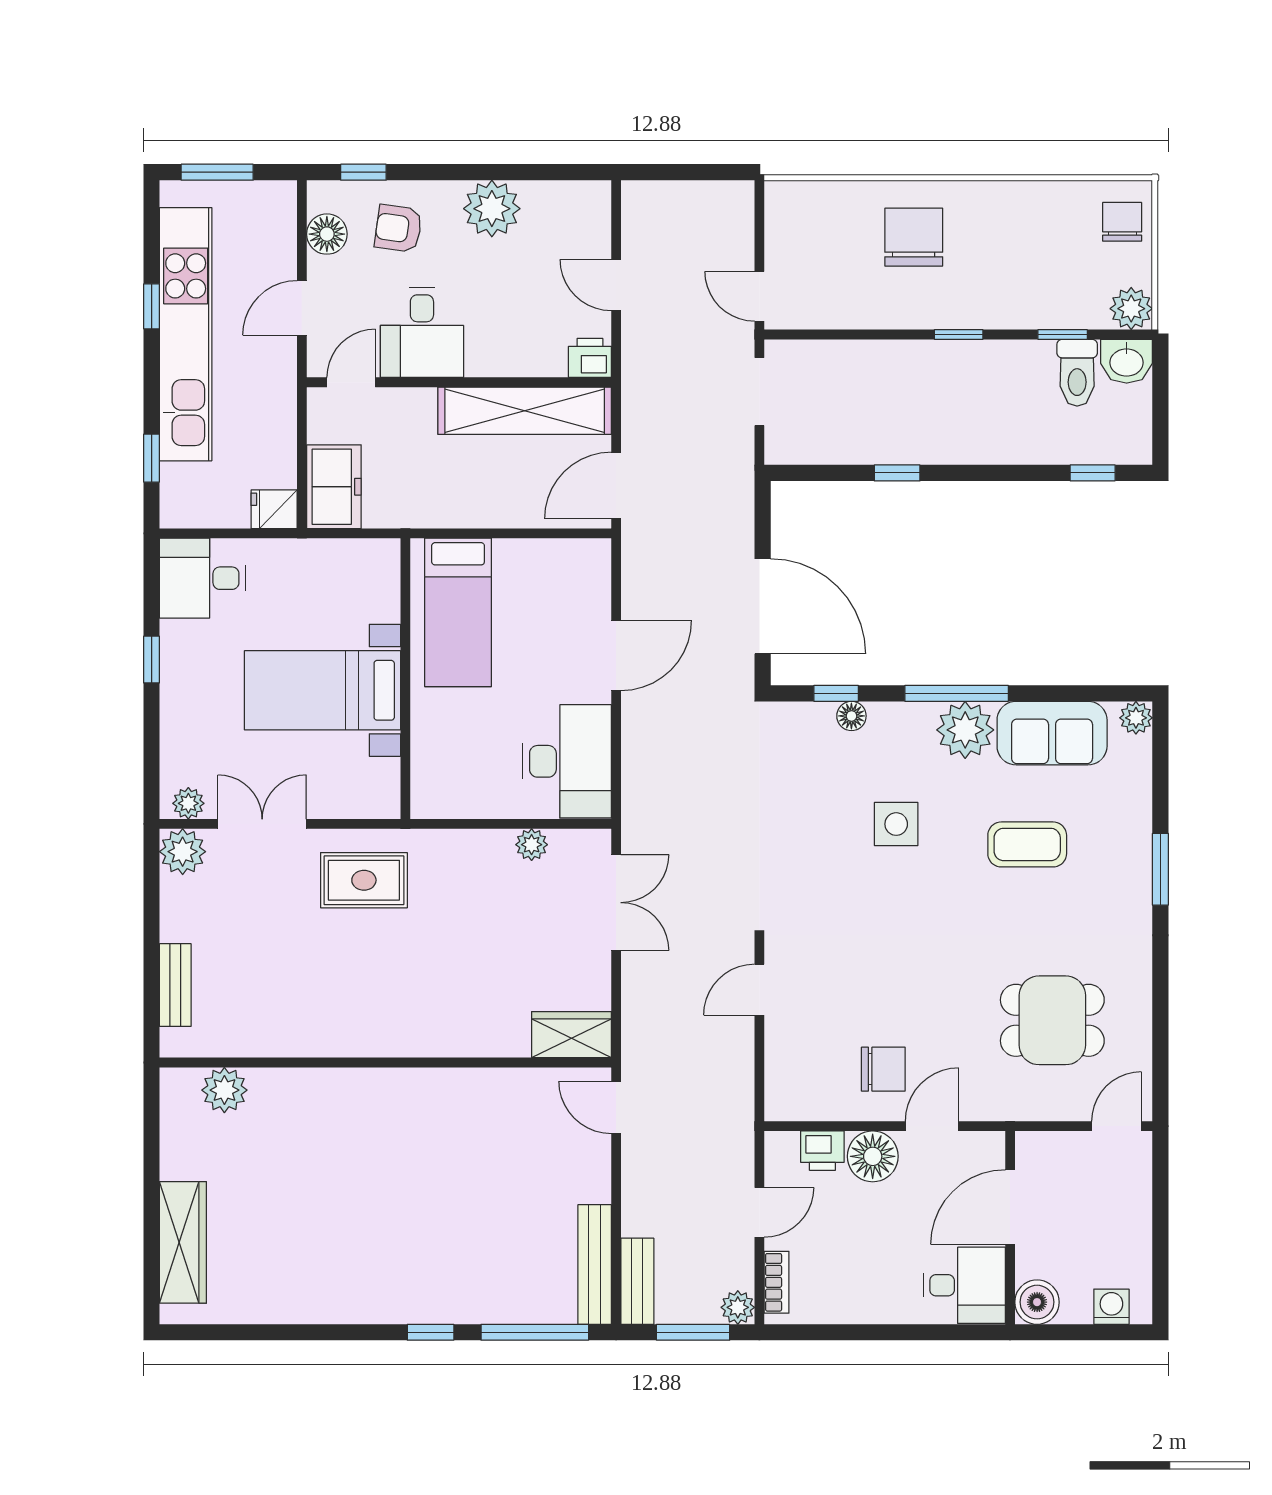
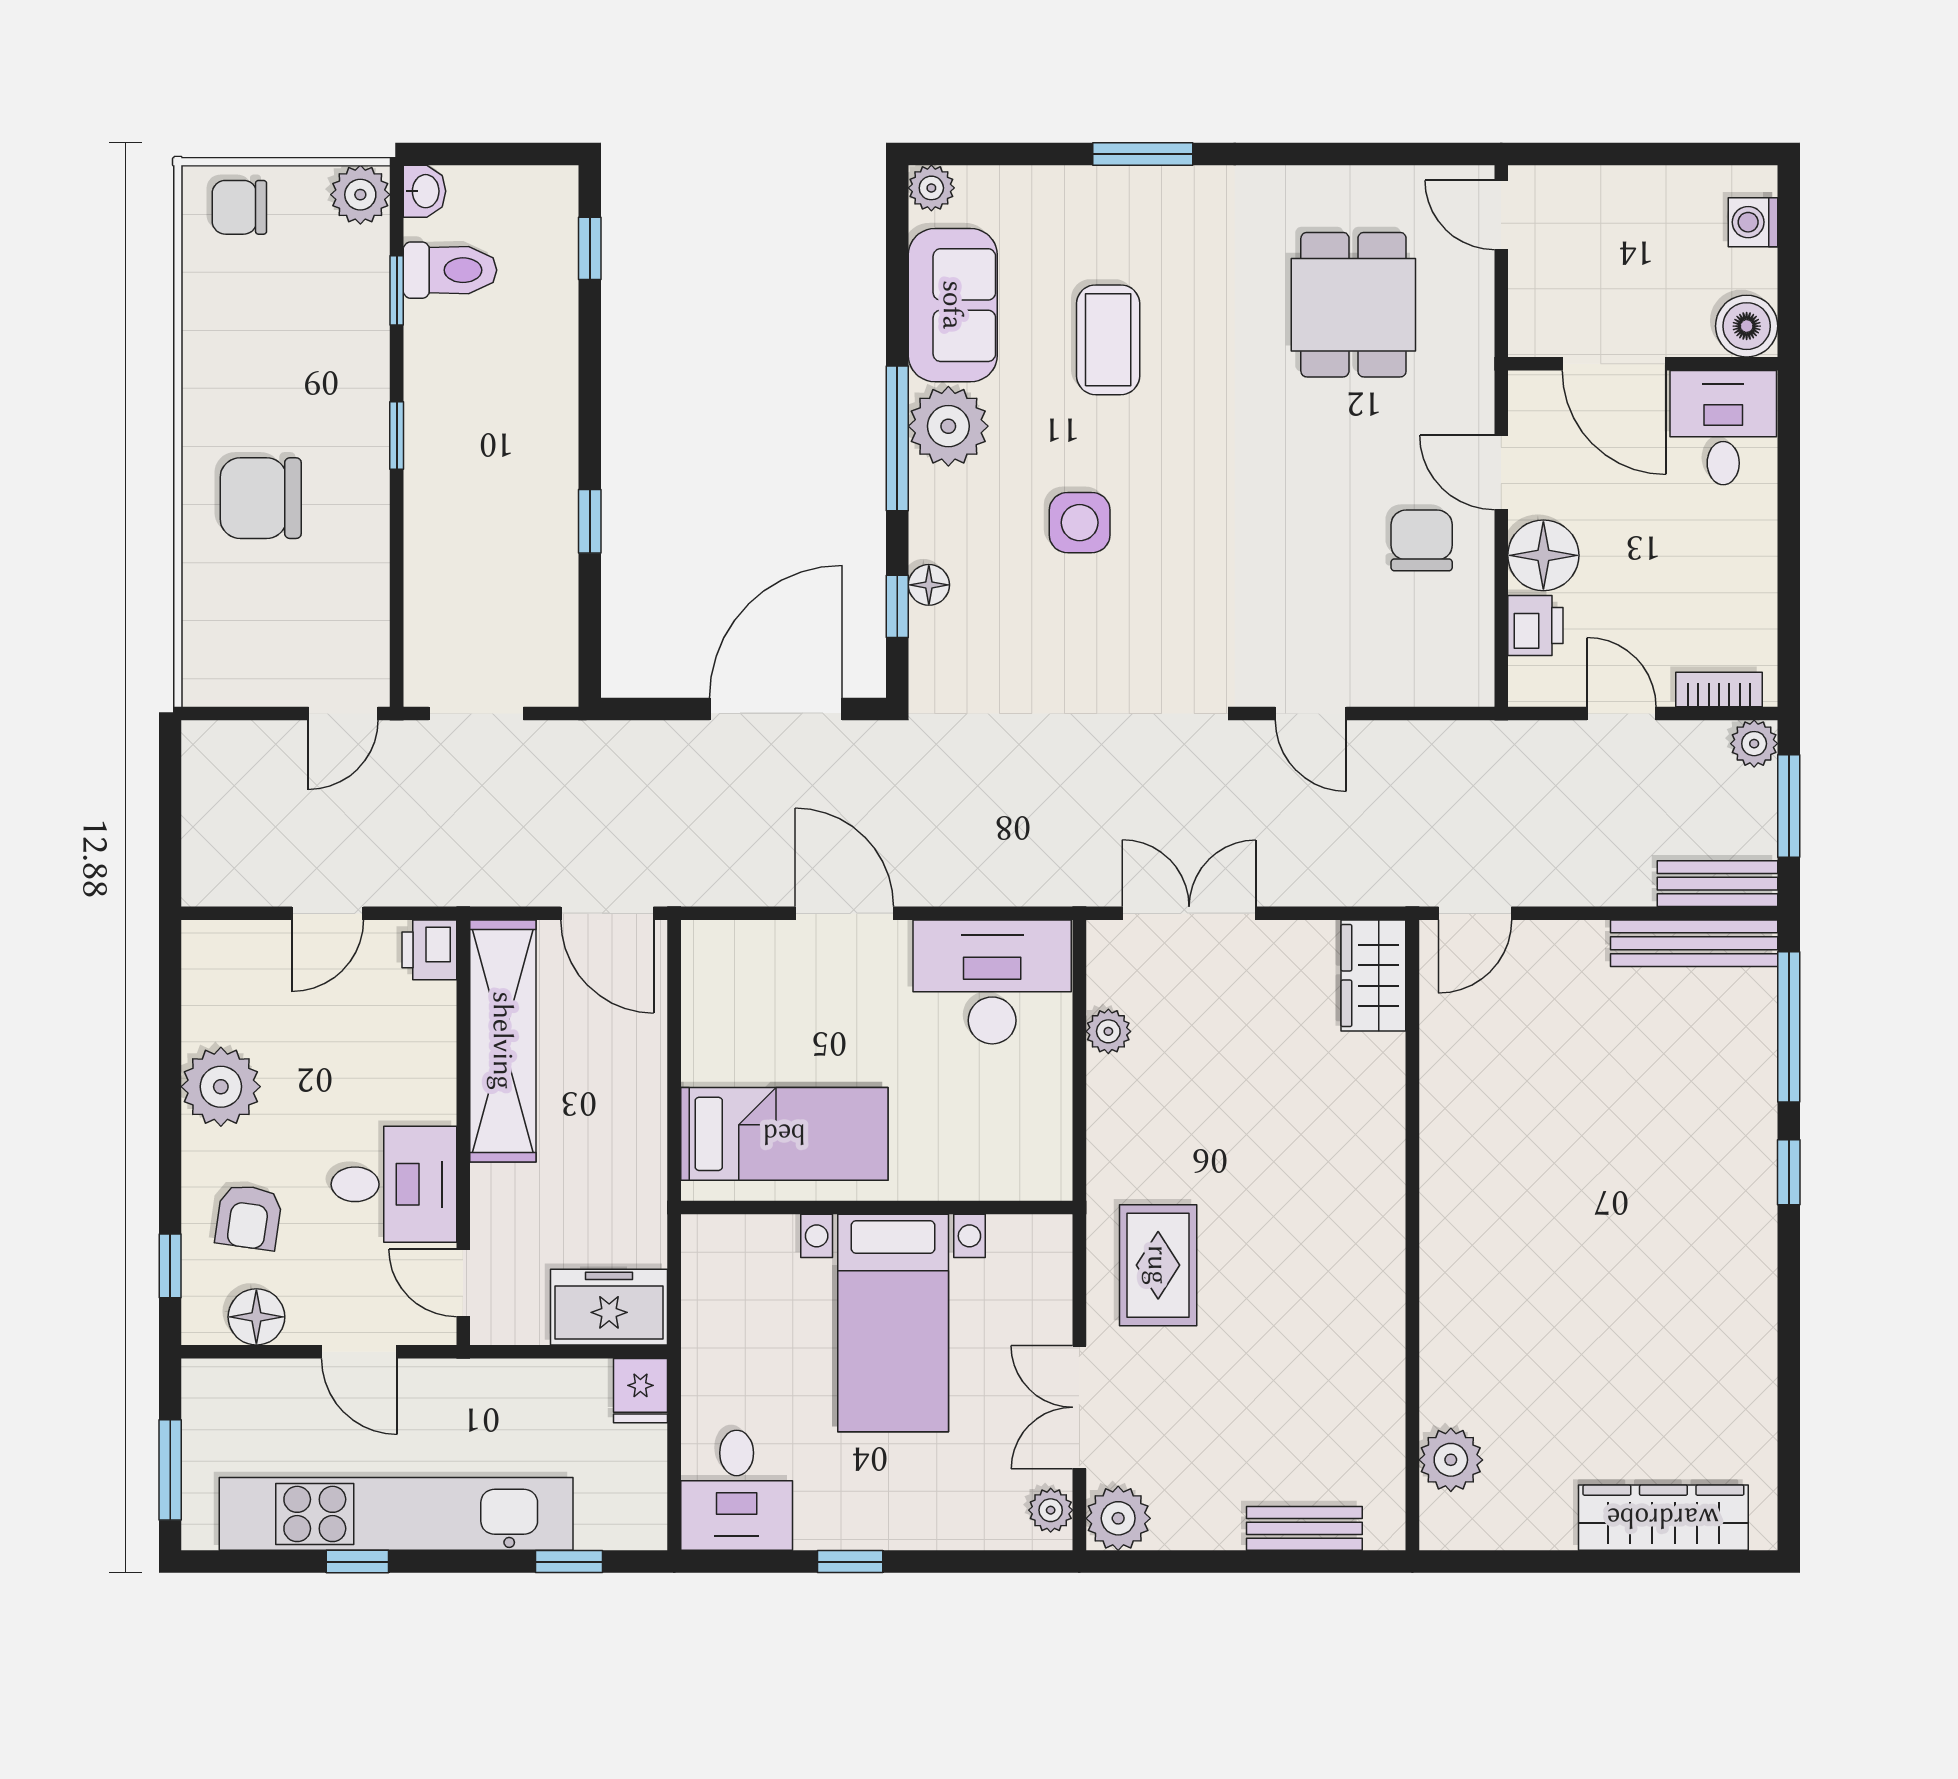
washbasin: (1127, 361) -> (424, 191), width x0.72, depth x0.69

